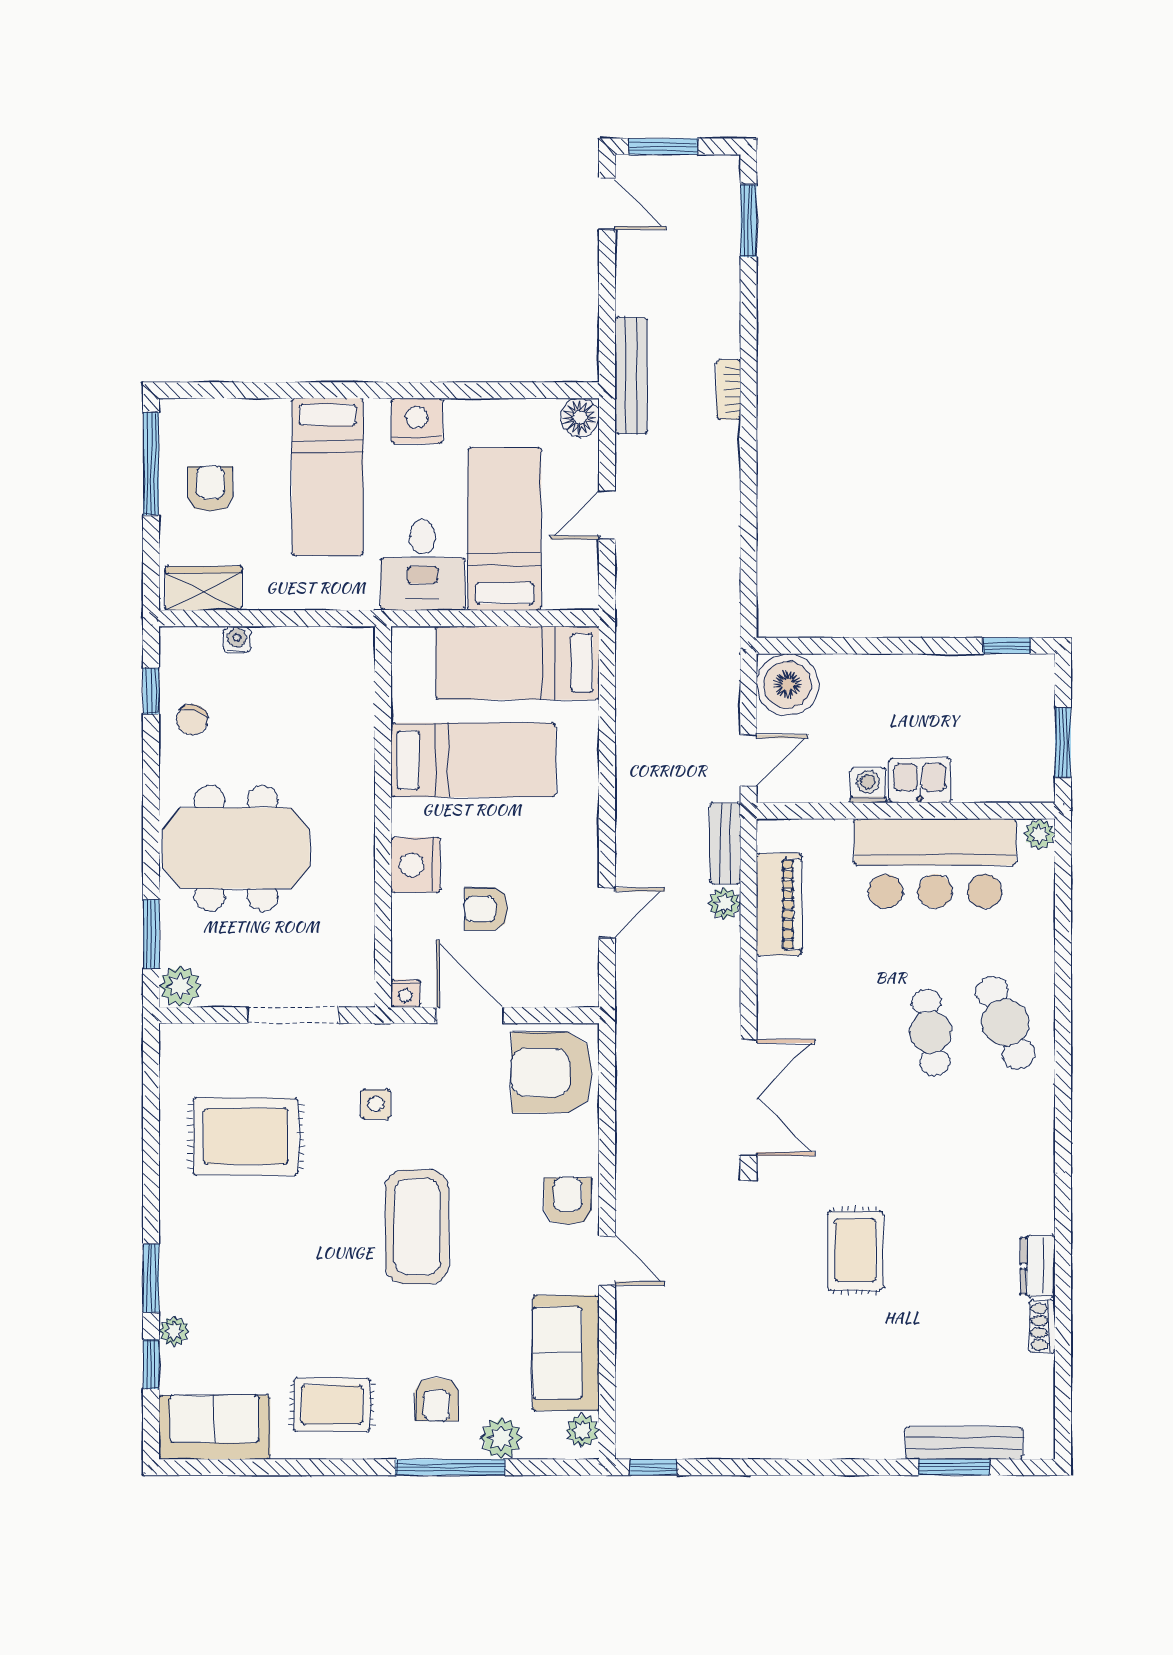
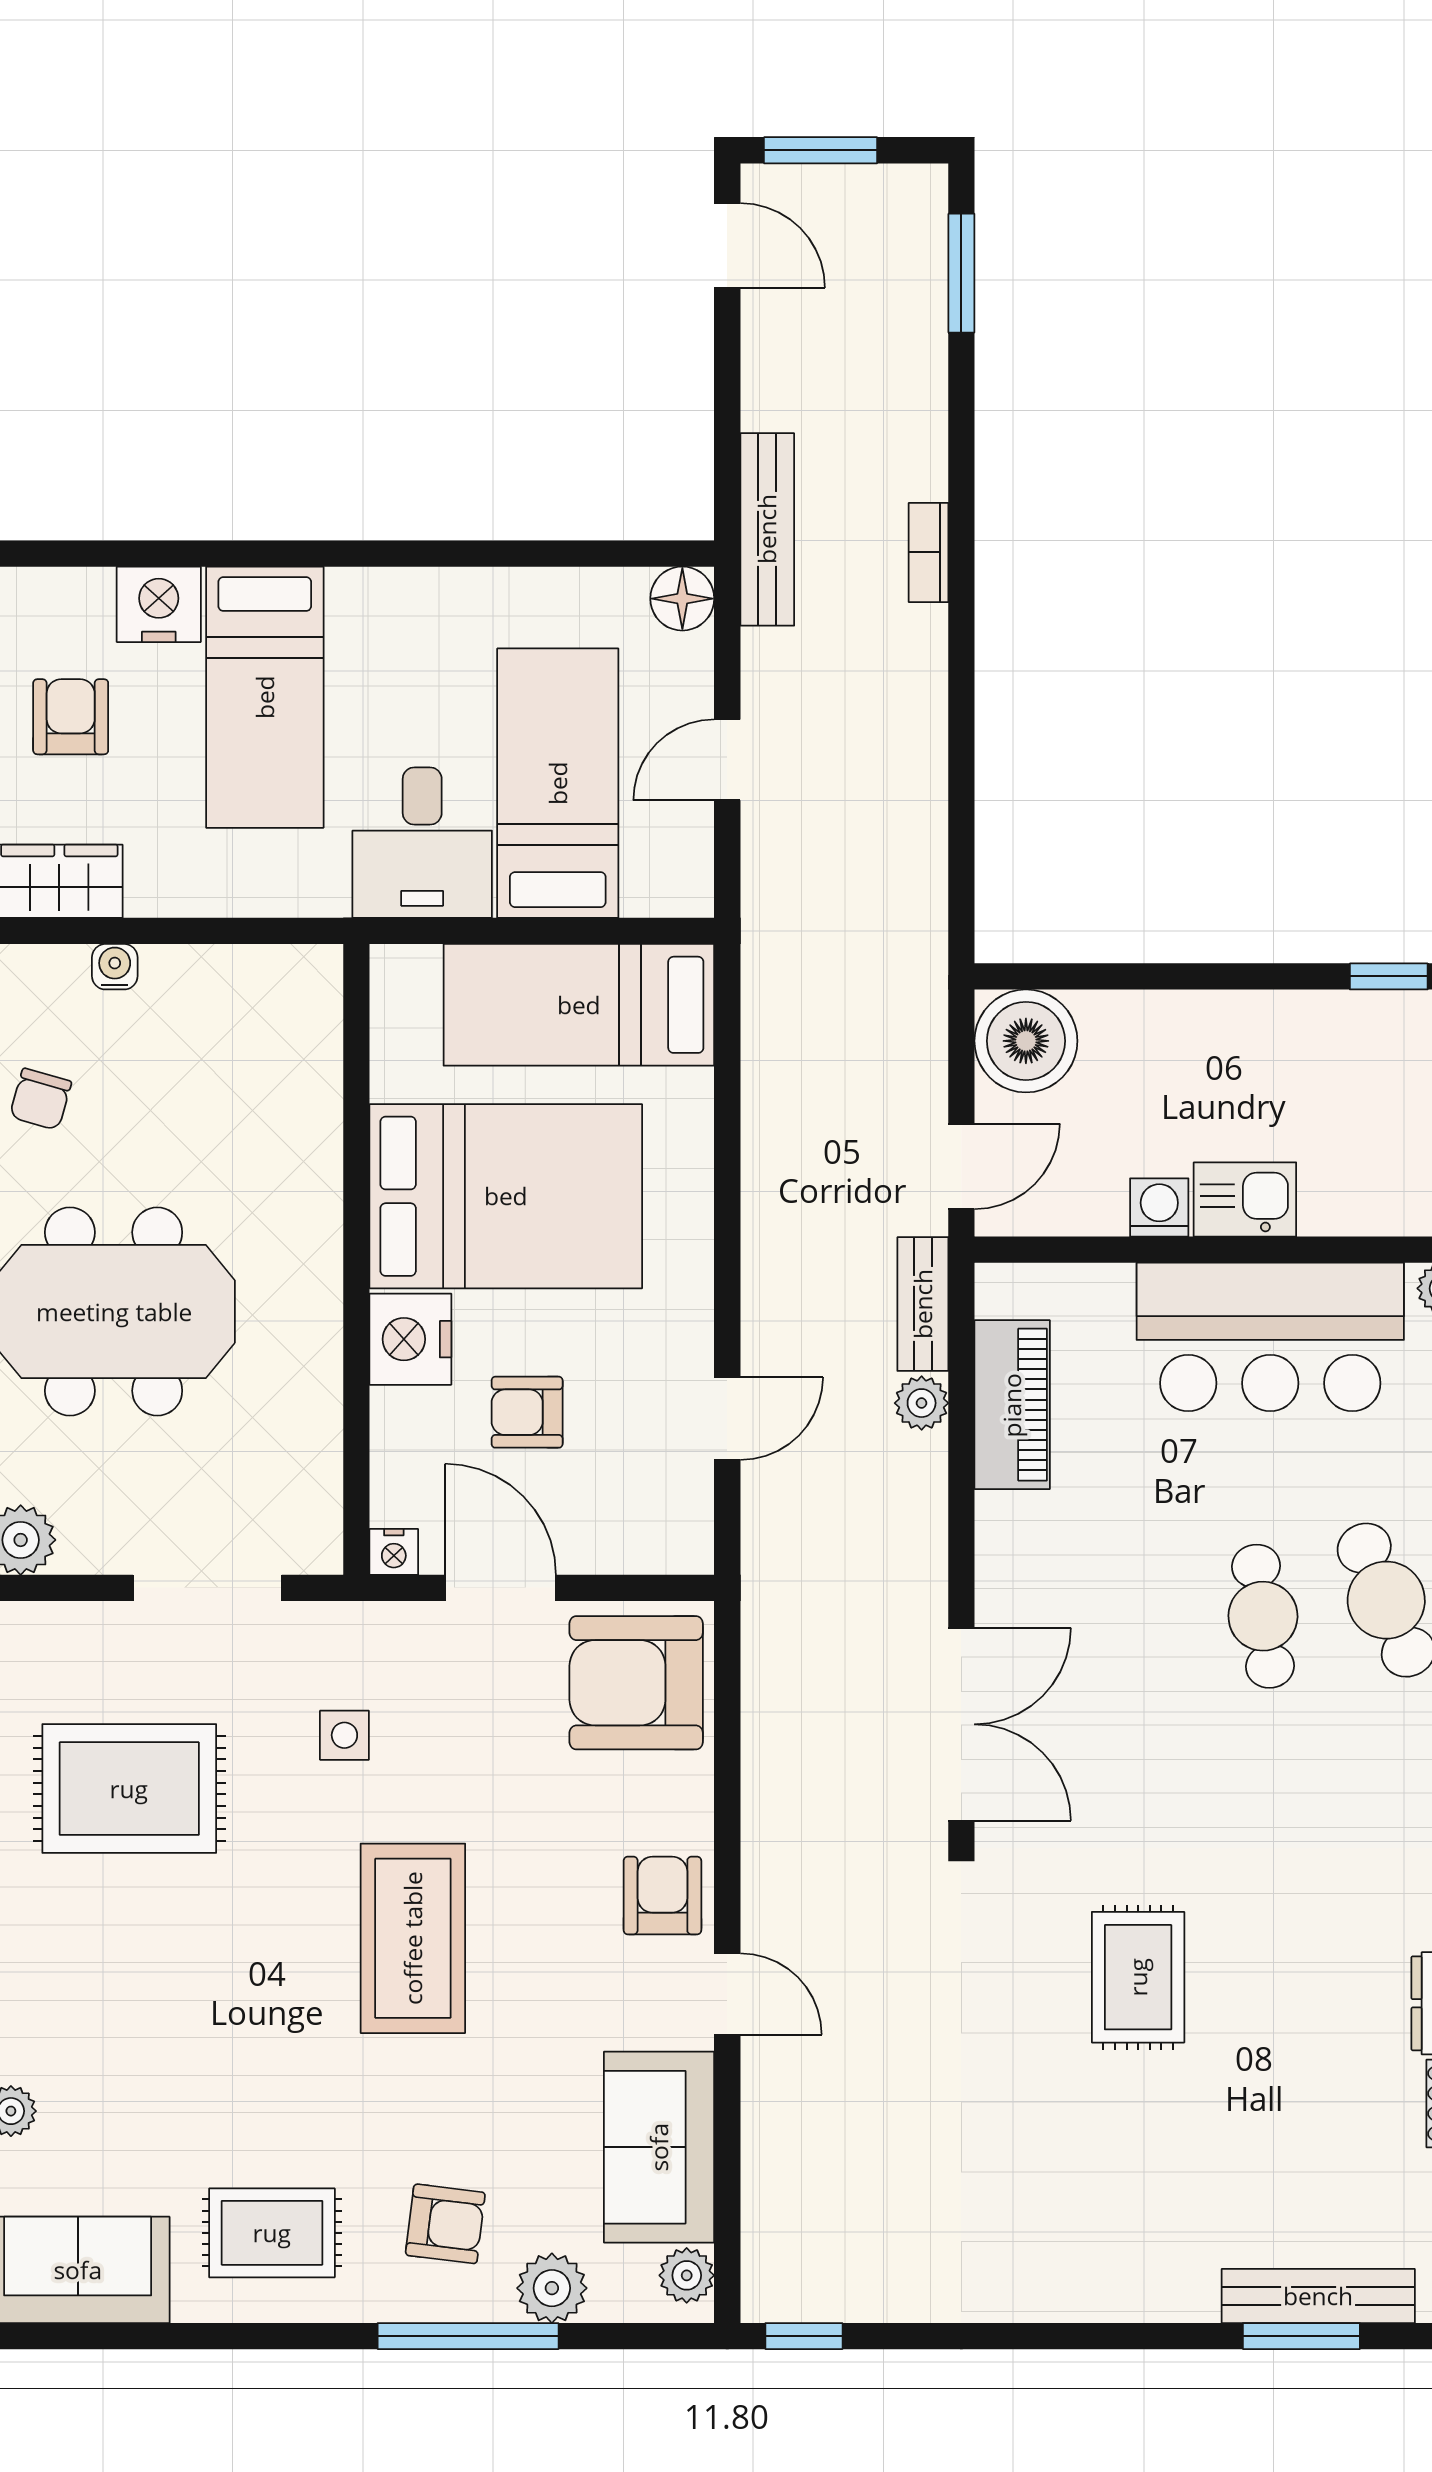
nightstand: (417, 421) -> (159, 604), moved
bed: (473, 760) -> (506, 1196), width x1.50
armchair: (437, 1399) -> (445, 2224), turned -83

